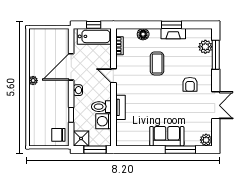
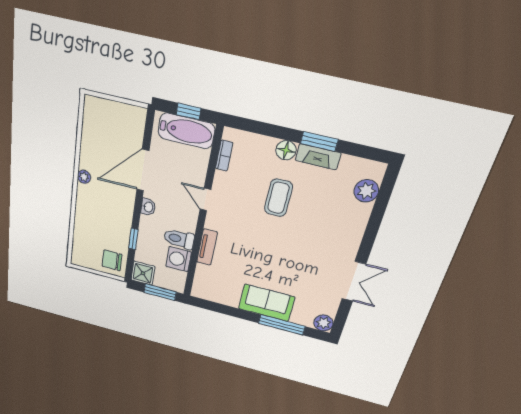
floor lamp: (143, 34) -> (286, 150), moved
window: (216, 55) -> (380, 208), removed
armchair: (190, 84) -> (322, 242), removed

